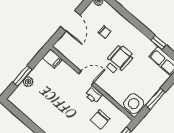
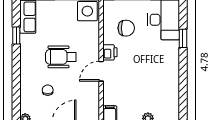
door: (86, 78) -> (101, 71), hinge flipped

